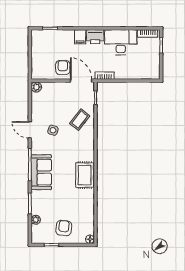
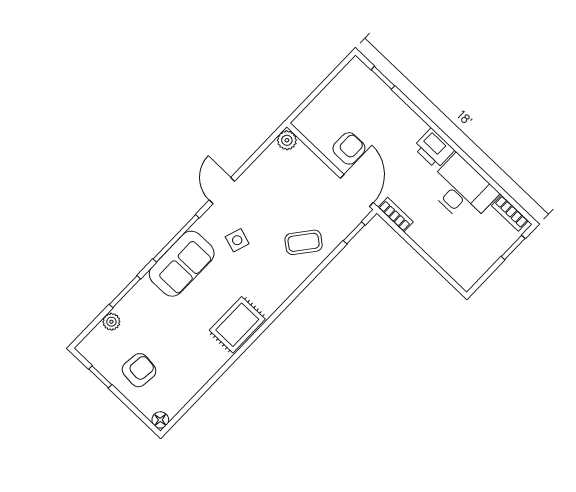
filing cabinet: (80, 37) -> (413, 129), removed
side table: (53, 130) -> (237, 240), moved

